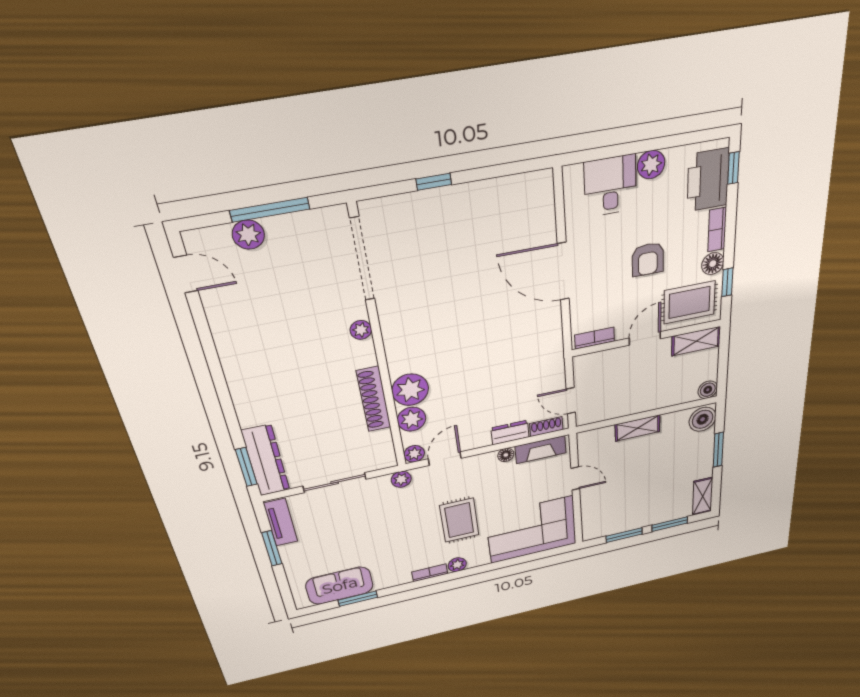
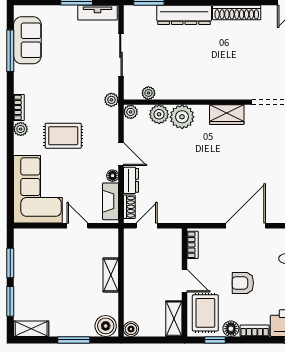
plant: (361, 330) -> (148, 93), moved
wardrobe: (396, 331) -> (227, 115), added
shoe rack: (374, 399) -> (237, 13), moved, turned 180
door: (445, 459) -> (121, 154), moved
dresser: (266, 460) -> (184, 15), moved
door: (575, 479) -> (77, 226), swing flipped
window: (358, 599) -> (10, 51), width x1.44

